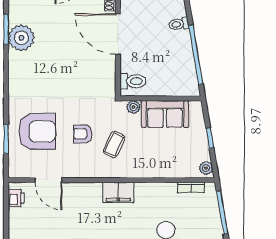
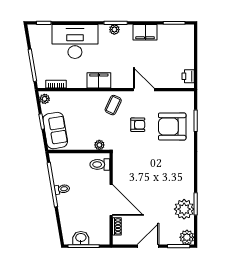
toilet: (179, 24) -> (62, 189), moved
plant: (21, 38) -> (184, 209), moved
sofa: (165, 114) -> (55, 131), moved, turned 81
coffee table: (114, 144) -> (113, 105), moved
door: (48, 180) -> (144, 90), moved
filing cabinet: (118, 192) -> (99, 80), moved

